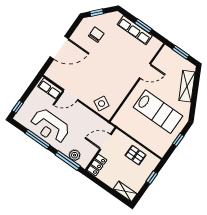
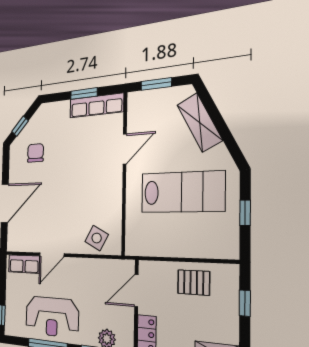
row of seats: (135, 30) -> (96, 106), moved

